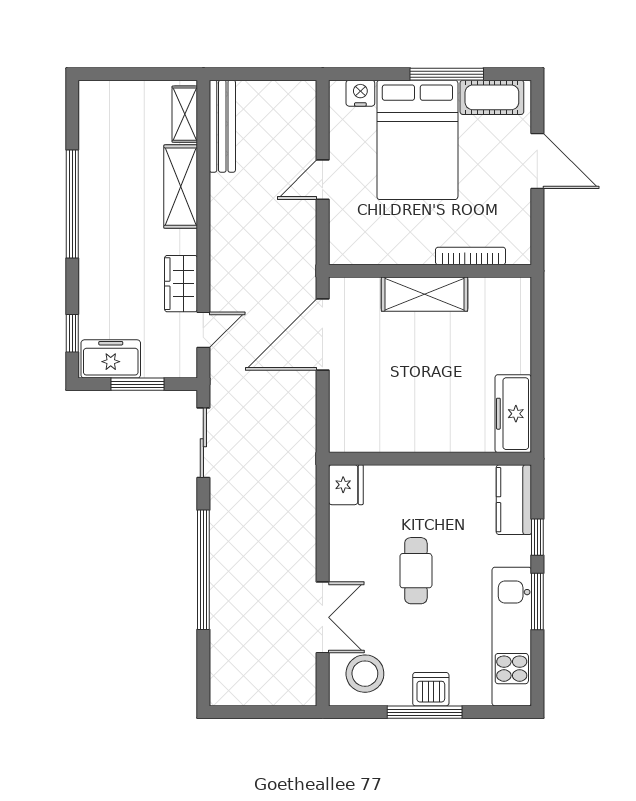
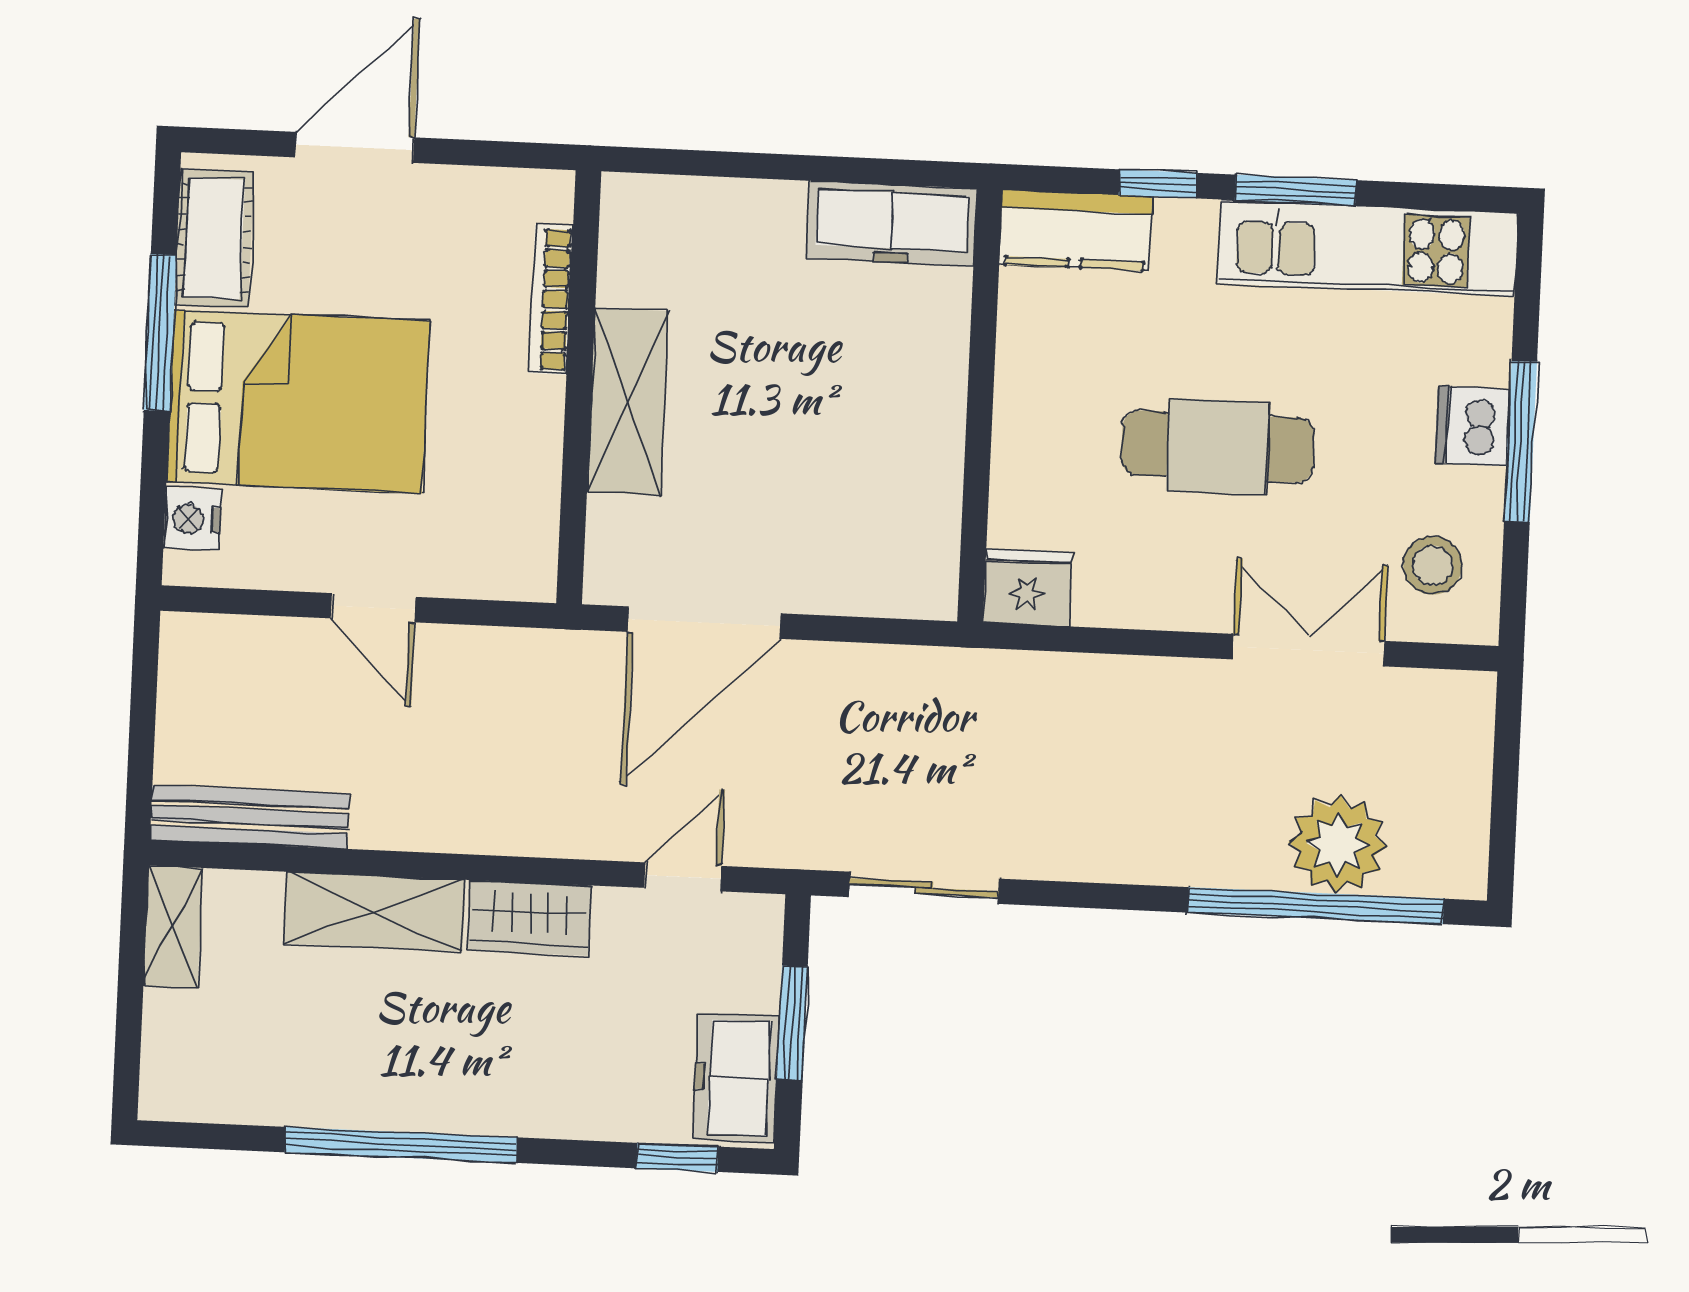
shelving: (185, 114) -> (173, 927), moved, turned 90
wardrobe: (181, 284) -> (530, 918), moved
door: (203, 330) -> (683, 877), hinge flipped
door: (323, 335) -> (704, 623), hinge flipped
window: (203, 570) -> (1316, 906), moved
cafe table: (416, 571) -> (1218, 447), width x1.37, depth x1.35
plant: (233, 635) -> (1338, 844), added
stool: (365, 674) -> (1433, 565), width x0.73, depth x0.73

